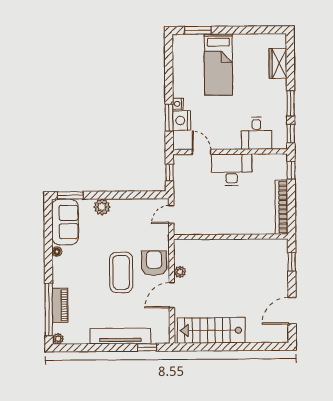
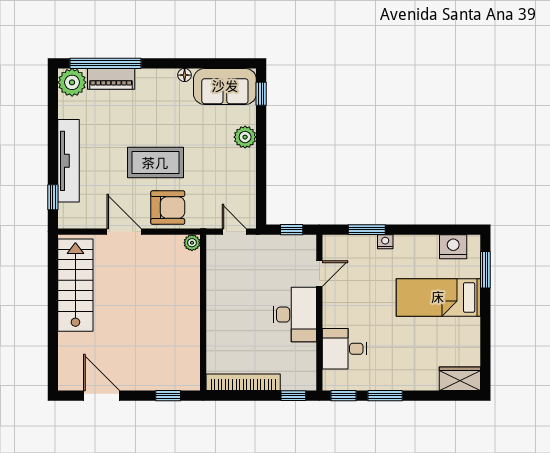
wardrobe: (278, 63) -> (460, 379), moved
nightstand: (182, 120) -> (453, 247), moved
window: (70, 195) -> (261, 94), width x0.67
plant: (180, 272) -> (192, 243), moved
plant: (58, 339) -> (72, 82), width x1.87, depth x1.87

